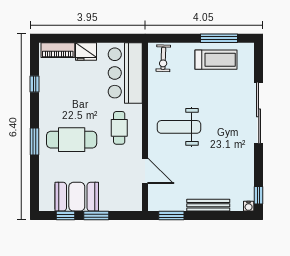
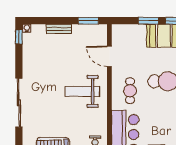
weight bench: (179, 127) -> (82, 91), turned 180
bench: (208, 205) -> (59, 29), width x0.73

